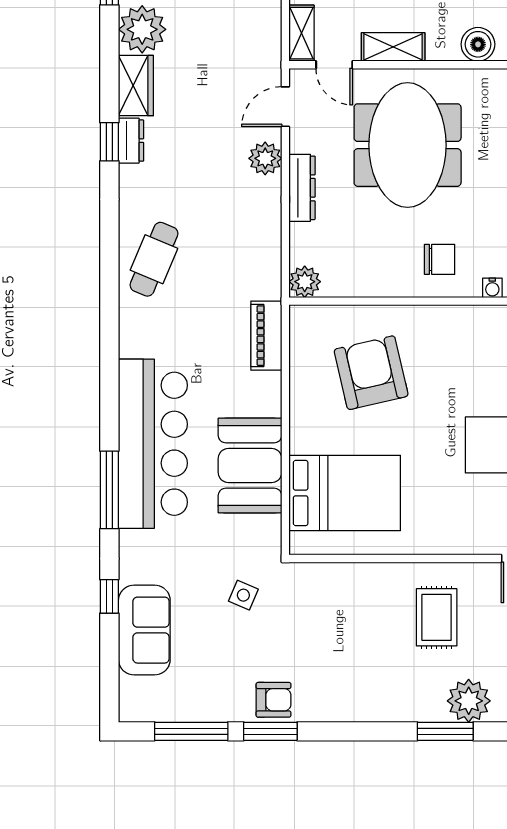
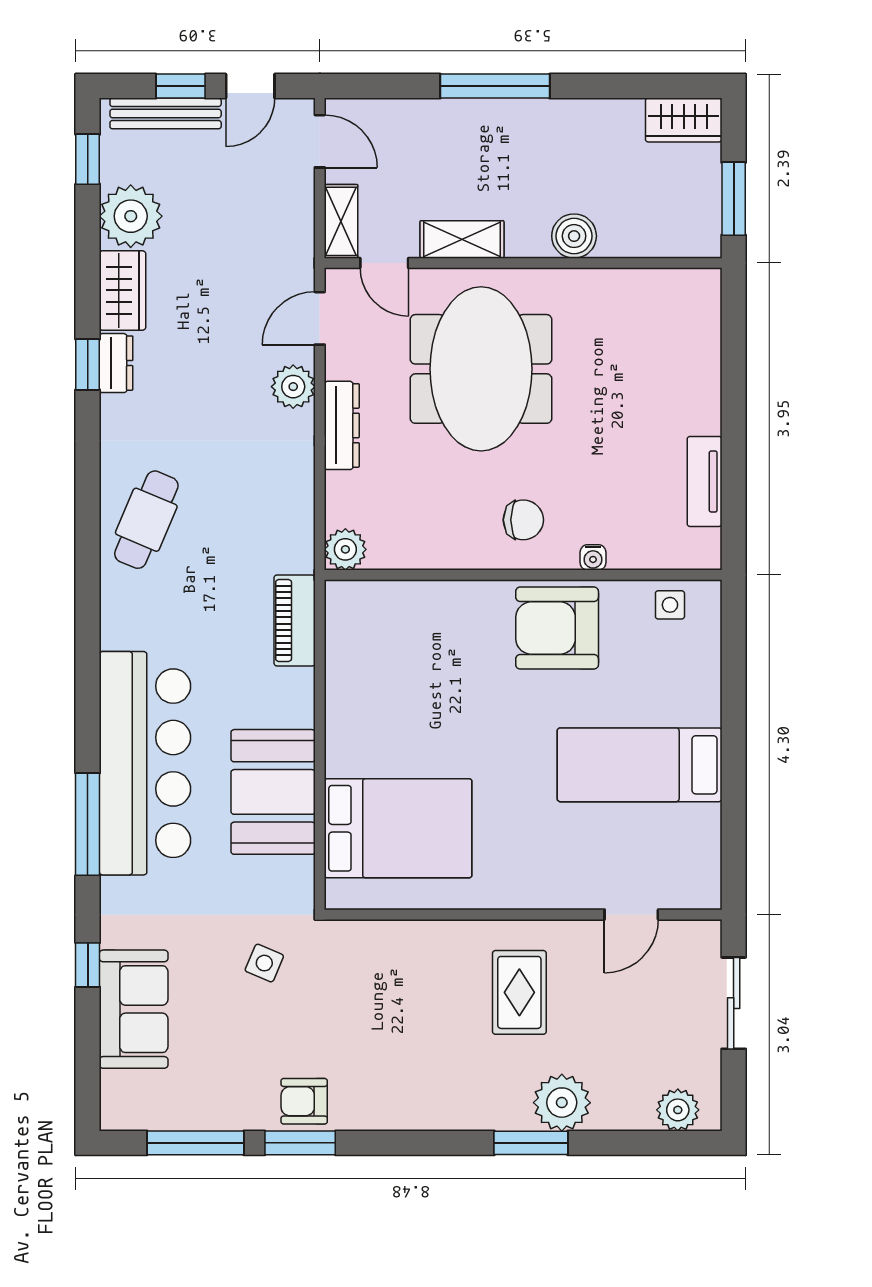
armchair: (371, 373) -> (557, 628), moved, turned -77
armchair: (274, 700) -> (304, 1101), turned 180

